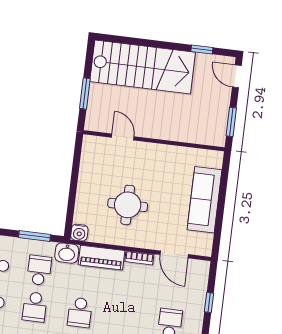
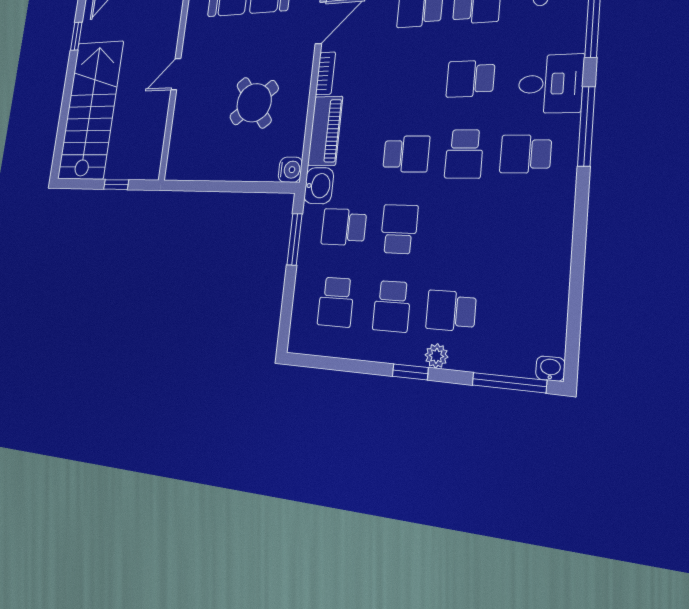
window: (85, 94) -> (116, 184), width x0.67
door: (123, 137) -> (176, 74), moved
round table: (128, 205) -> (254, 103), turned -38
school desk: (35, 307) -> (399, 229), turned -90

